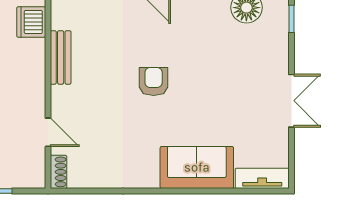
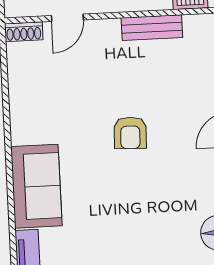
armchair: (154, 81) -> (130, 133), turned 92

